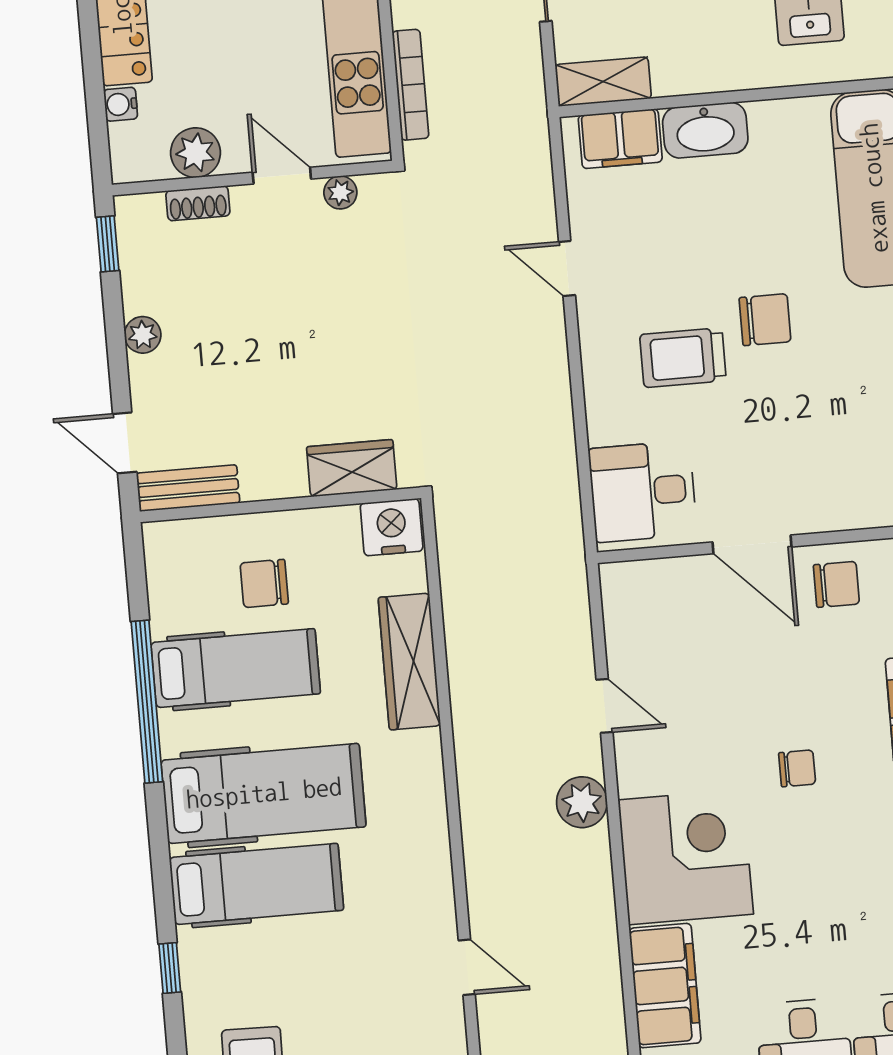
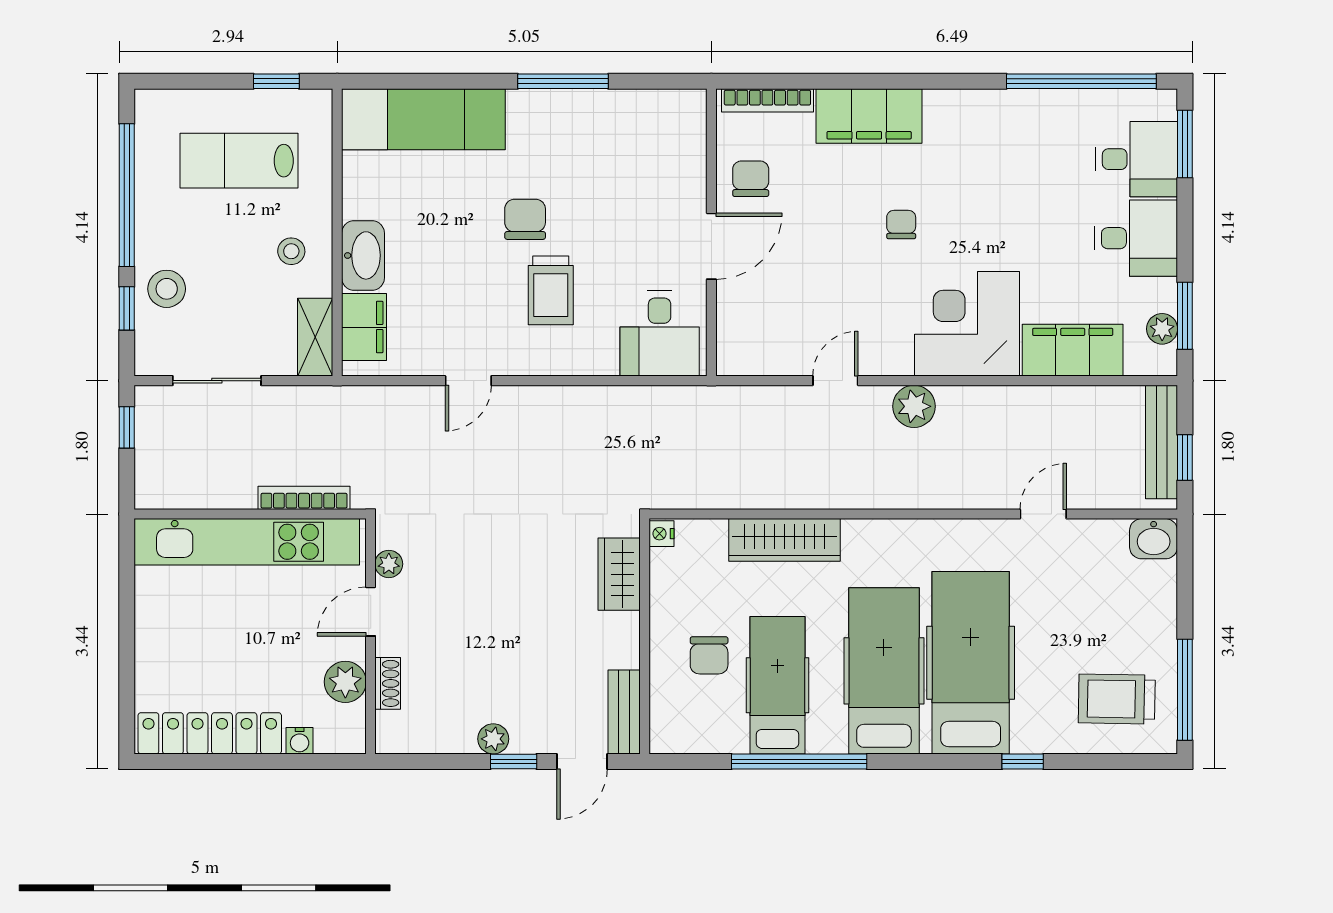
stool: (703, 44) -> (291, 251), added
window: (108, 244) -> (514, 762), moved
nightstand: (392, 527) -> (661, 534), width x0.53, depth x0.56
hospital bed: (256, 884) -> (971, 663), width x1.37, depth x1.29

